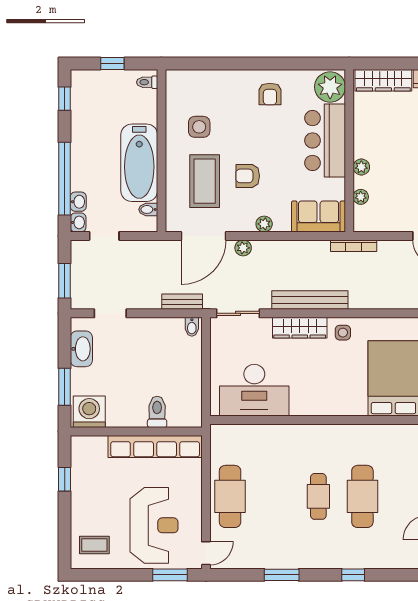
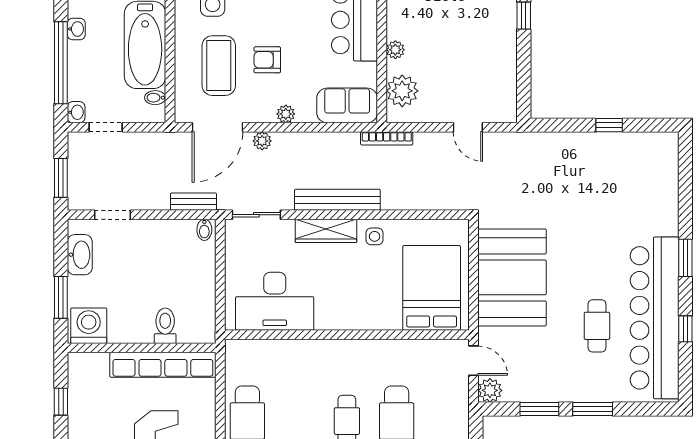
plant: (361, 197) -> (402, 91), width x1.88, depth x1.88
washbasin: (78, 202) -> (76, 29), moved

